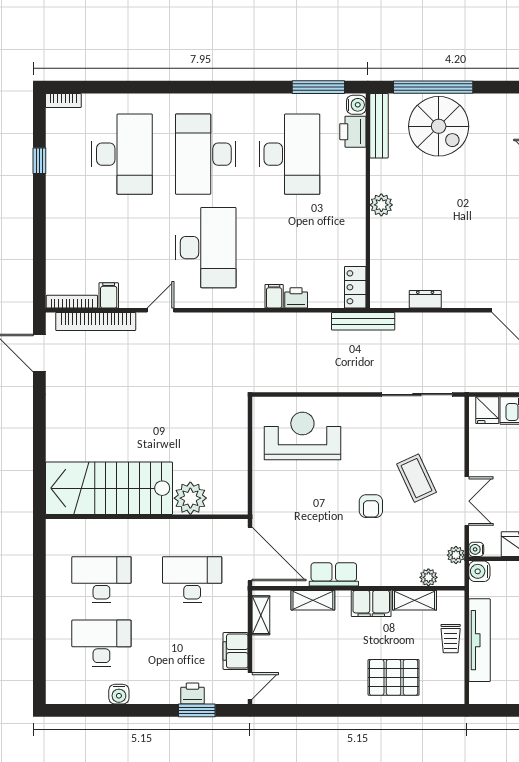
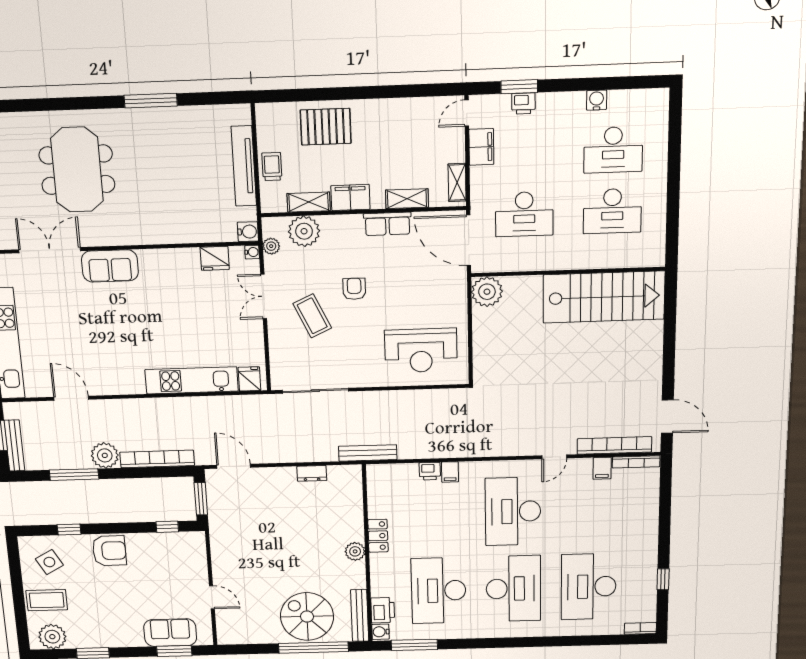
locker: (355, 287) -> (378, 536), moved
plant: (190, 498) -> (487, 292), moved
plant: (428, 577) -> (304, 231), width x1.87, depth x1.87

